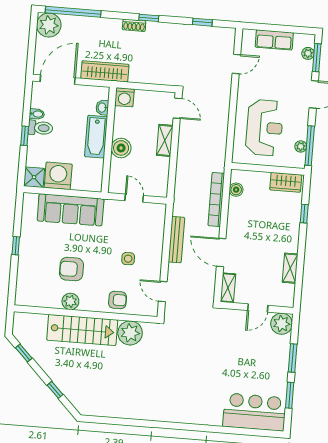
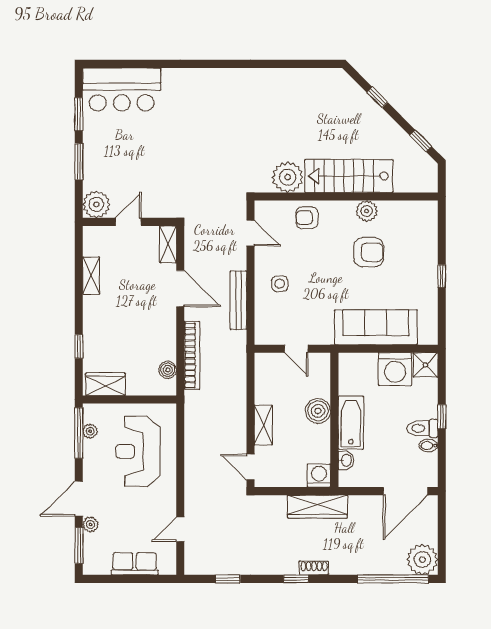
plant: (308, 53) -> (90, 524), moved
wardrobe: (105, 71) -> (317, 507), moved
side table: (128, 259) -> (280, 284), moved

